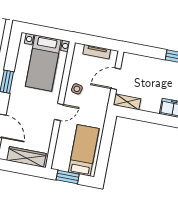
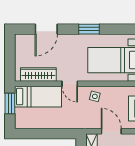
bed: (84, 150) -> (38, 97), moved
wardrobe: (27, 157) -> (38, 74), moved, turned -90

